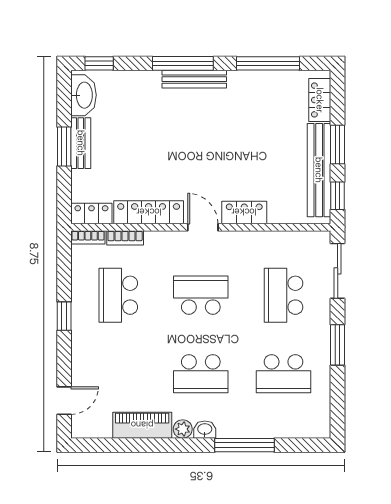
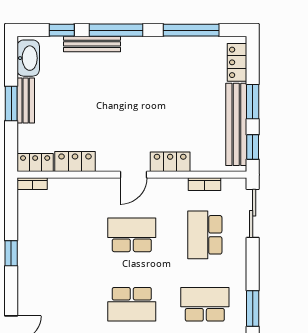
window: (99, 63) -> (62, 30), moved
bench: (194, 79) -> (92, 44), moved
locker: (149, 212) -> (75, 162), width x0.66
door: (203, 227) -> (134, 175), swing flipped
bookcase: (125, 238) -> (204, 184), moved
school desk: (118, 295) -> (59, 235), removed
window: (338, 345) -> (253, 308), moved
school desk: (283, 374) -> (205, 304), turned 180

